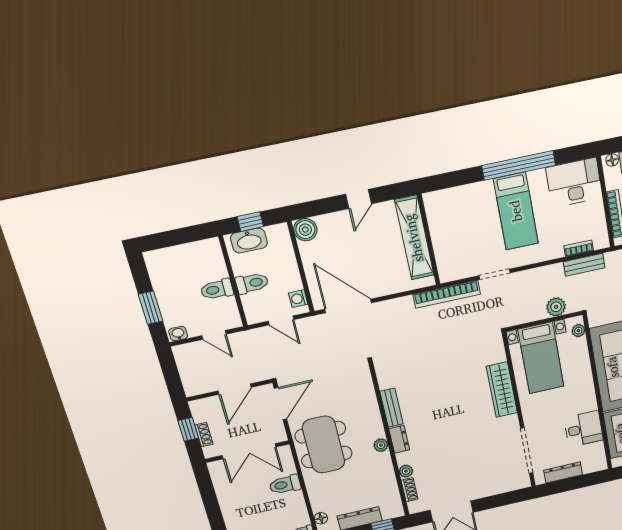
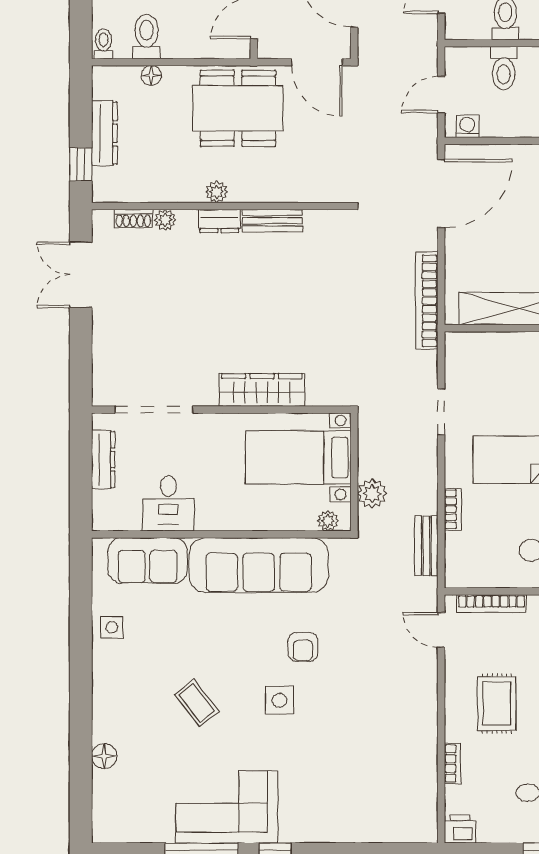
bookcase: (579, 248) -> (453, 509), moved
bookcase: (447, 294) -> (427, 301), moved
toilet: (285, 485) -> (147, 36), moved
floor lamp: (321, 518) -> (151, 75), moved

